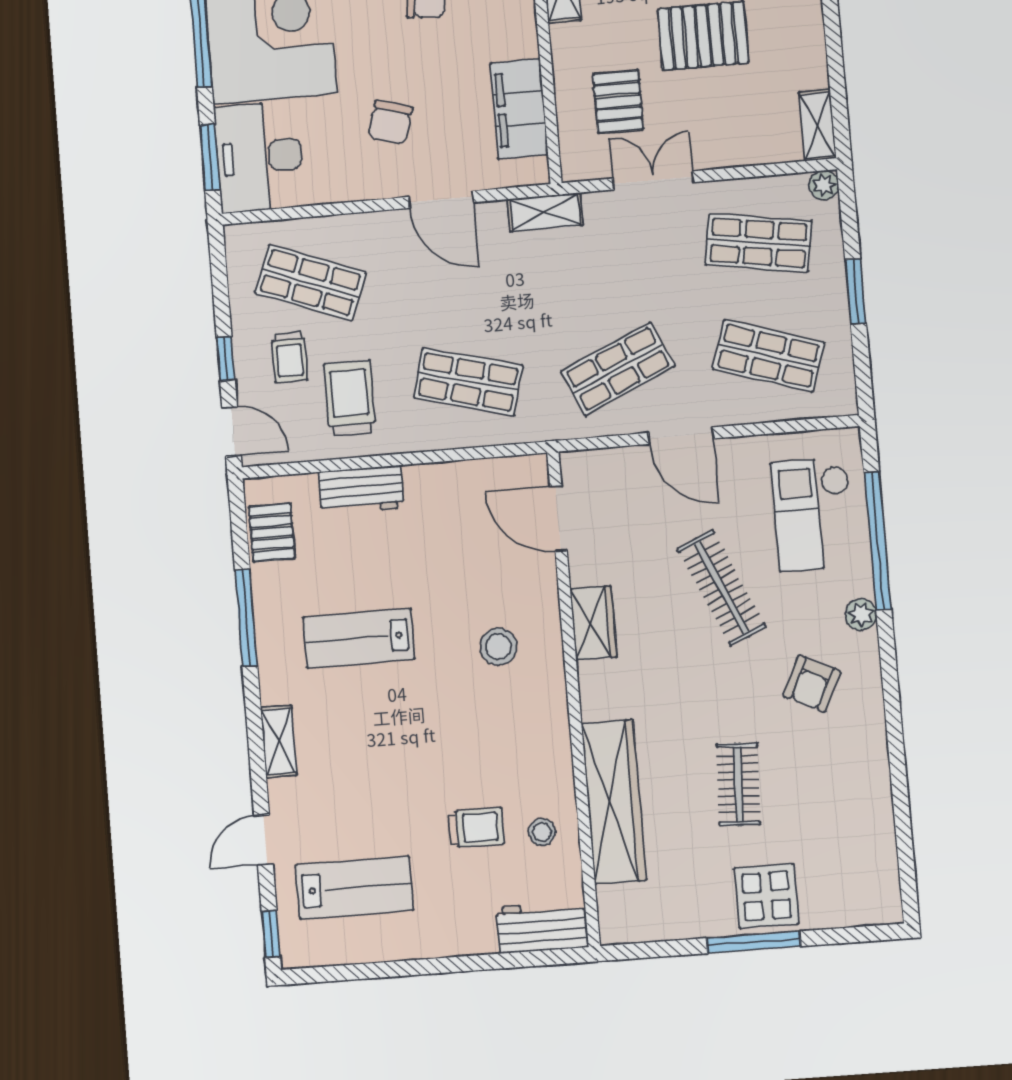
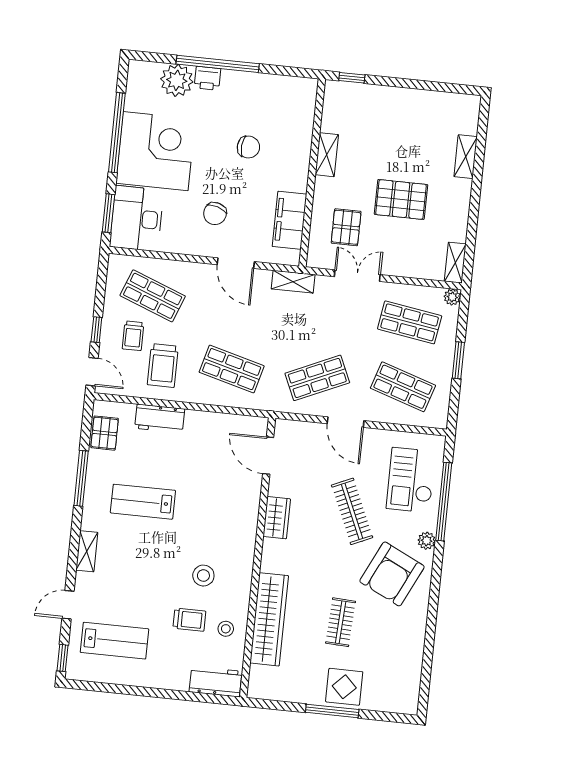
trolley: (350, 398) -> (163, 366), turned 180
stool: (498, 647) -> (203, 576), moved
armchair: (812, 684) -> (392, 574), width x1.88, depth x1.88

